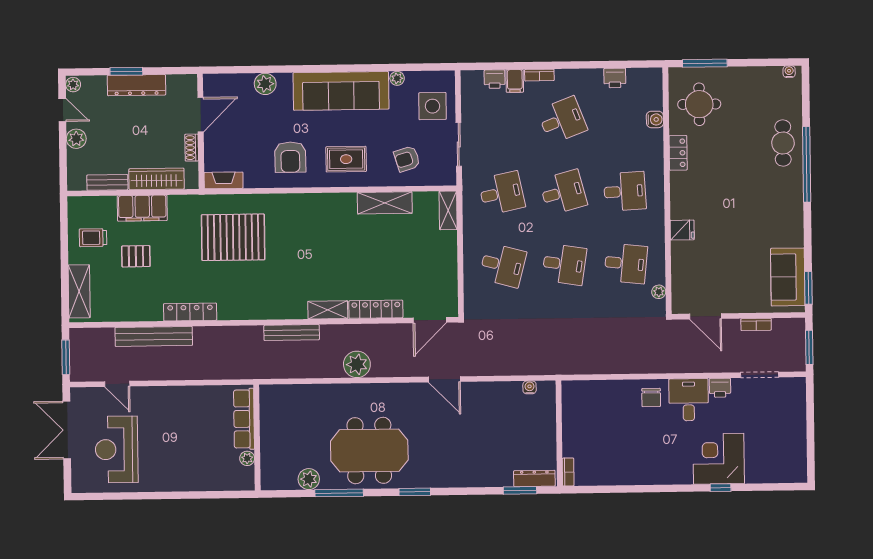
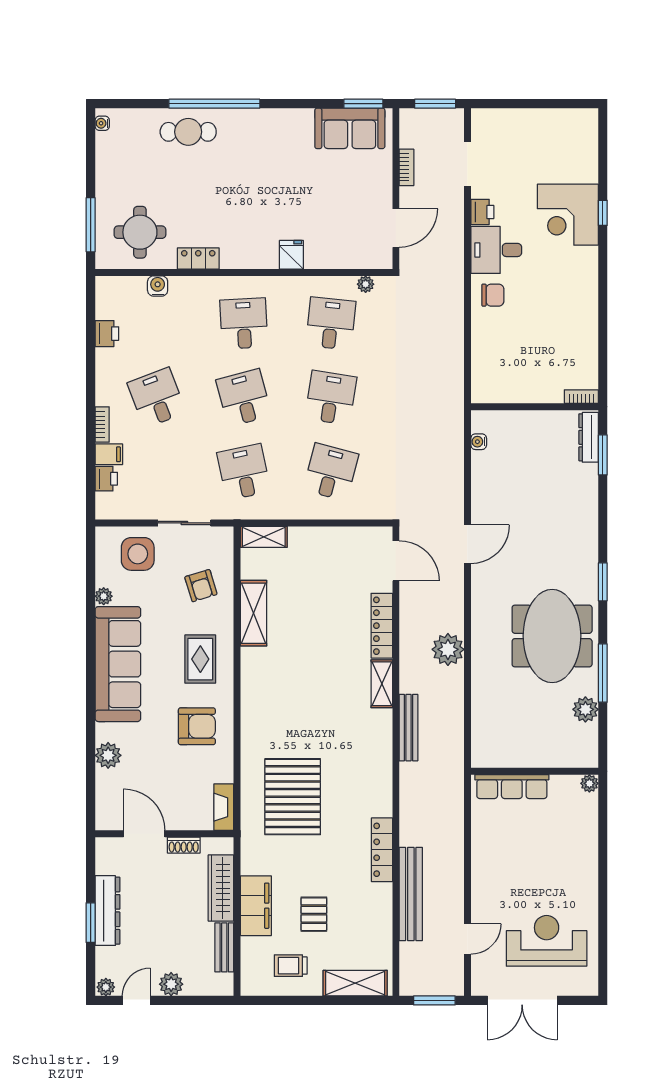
trolley: (93, 238) -> (291, 966), turned 90
reception desk: (117, 449) -> (547, 941), turned 180
plant: (247, 458) -> (589, 783), moved

